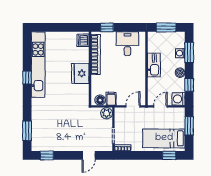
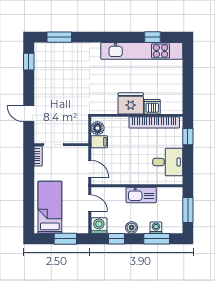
dishwasher: (83, 40) -> (152, 107), moved
window: (27, 78) -> (152, 37), moved
plant: (107, 113) -> (81, 136), removed
window: (169, 155) -> (29, 214), removed

